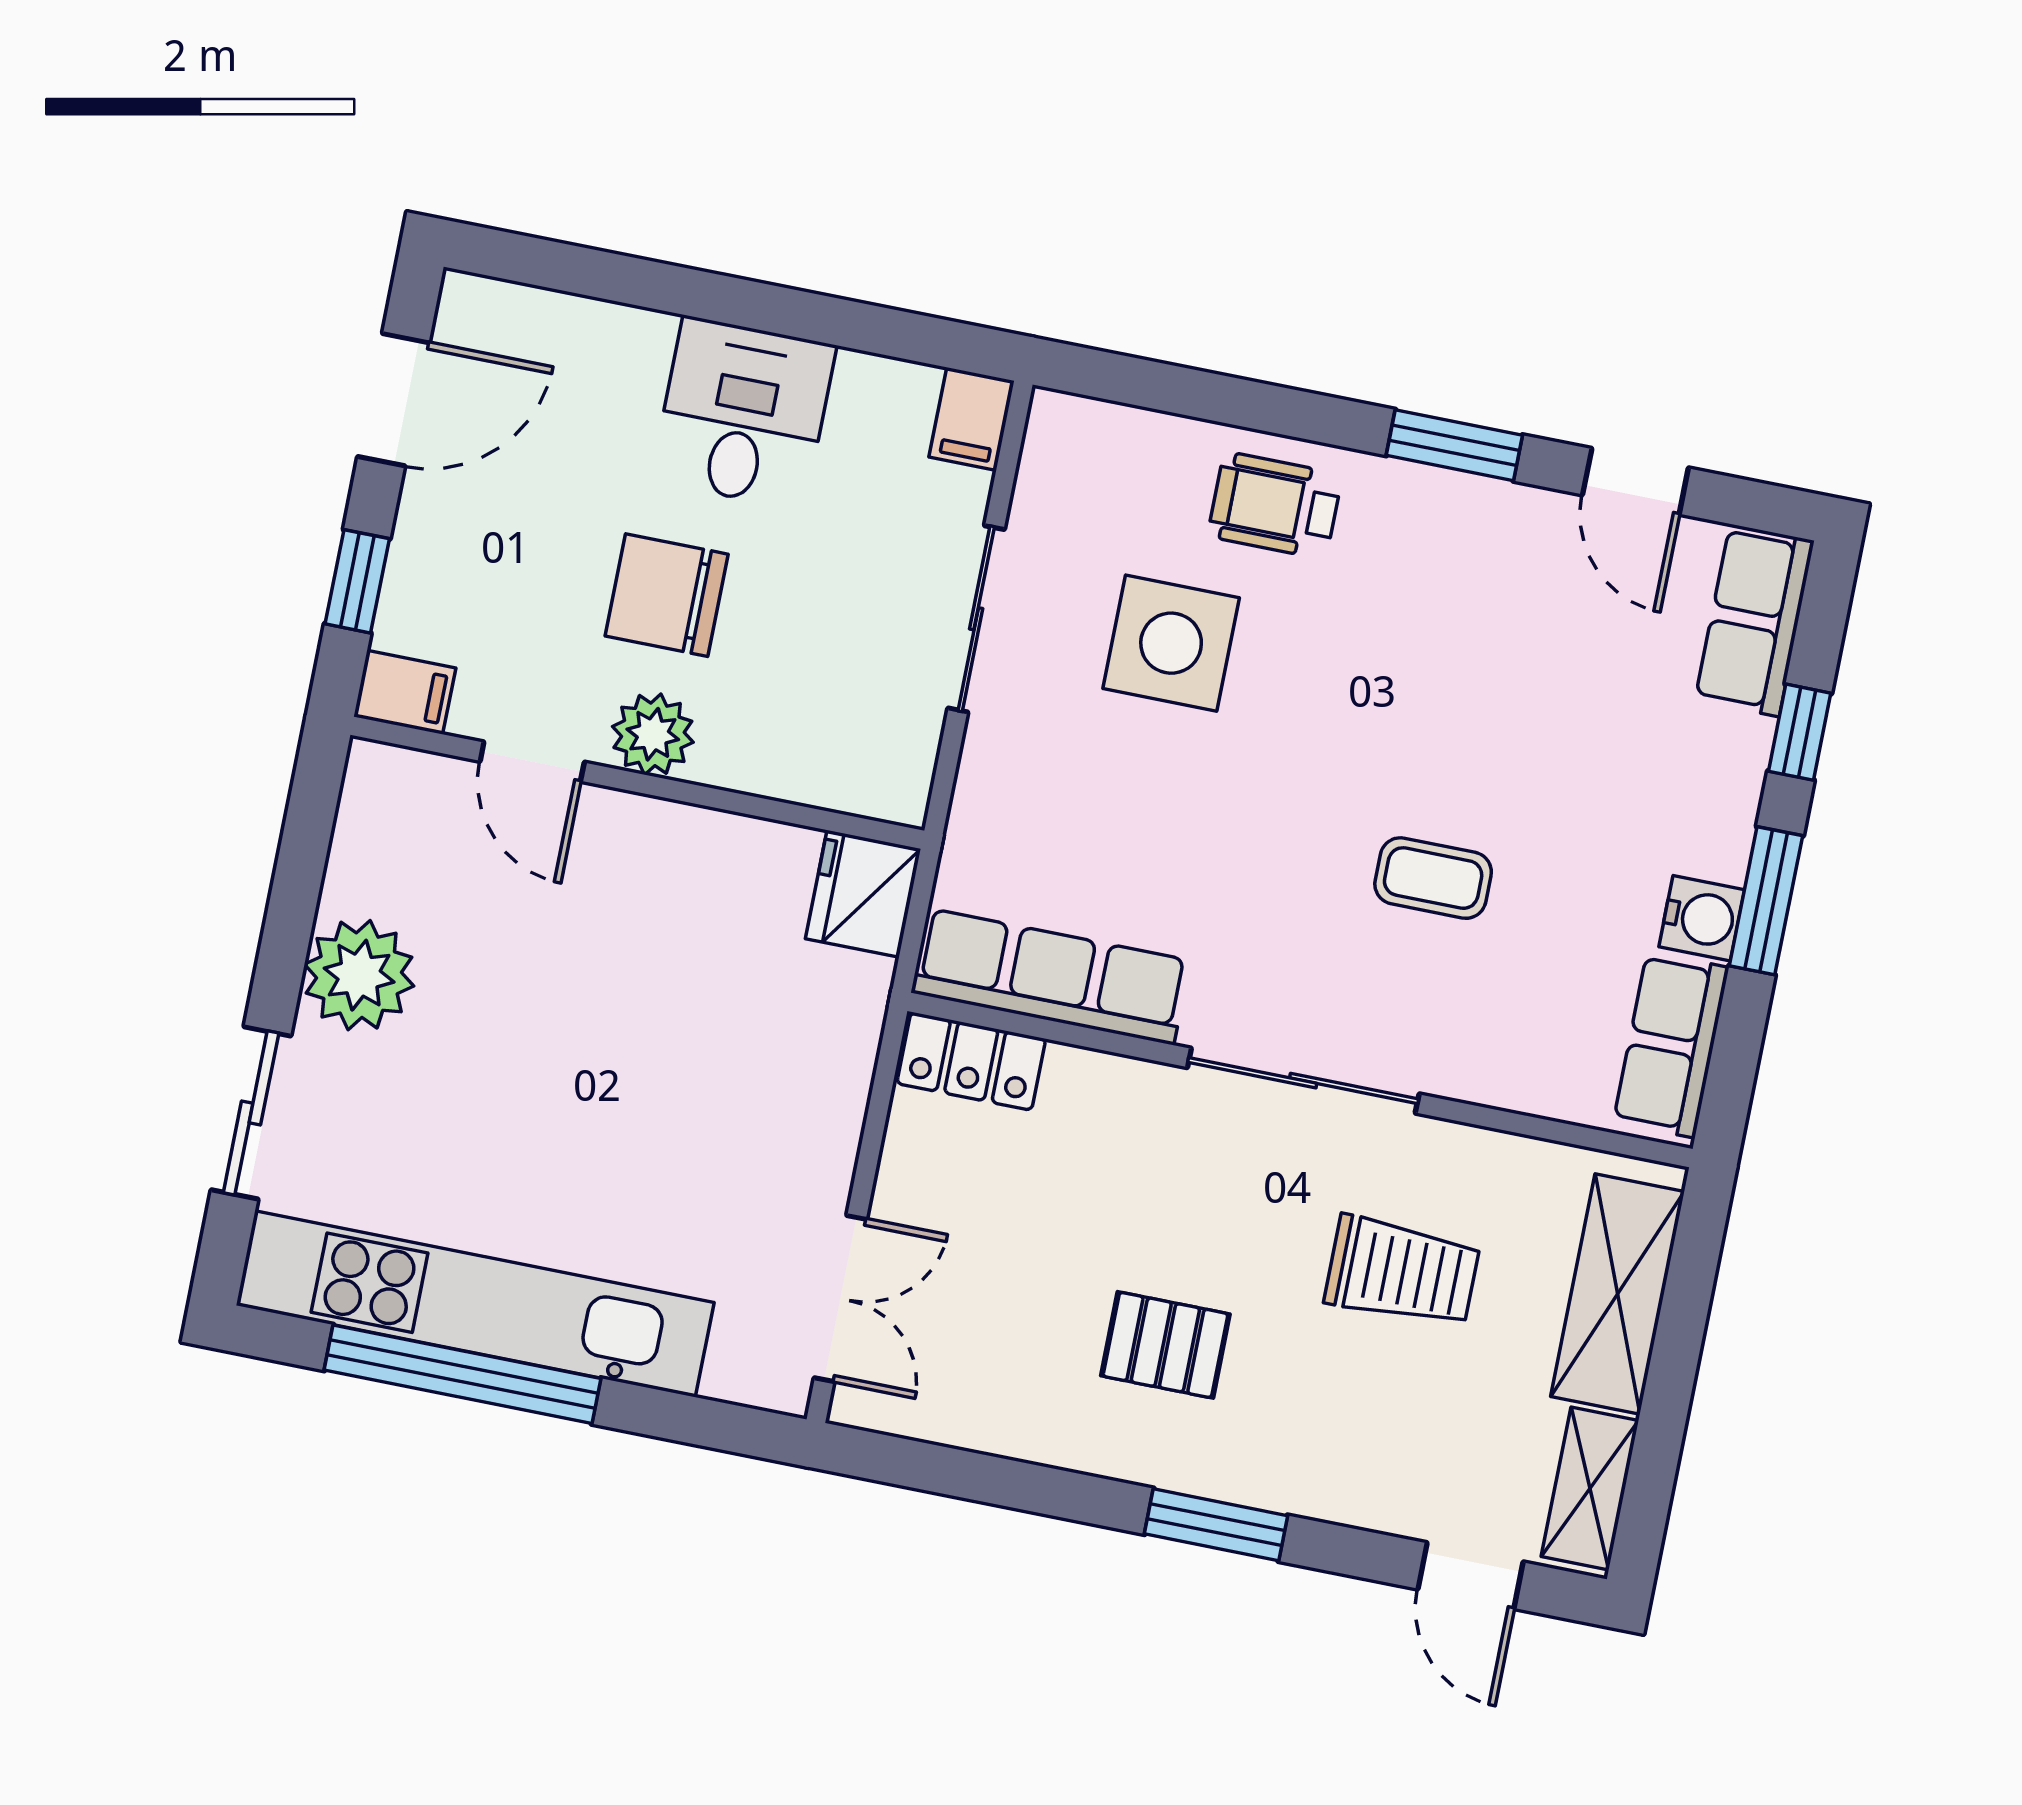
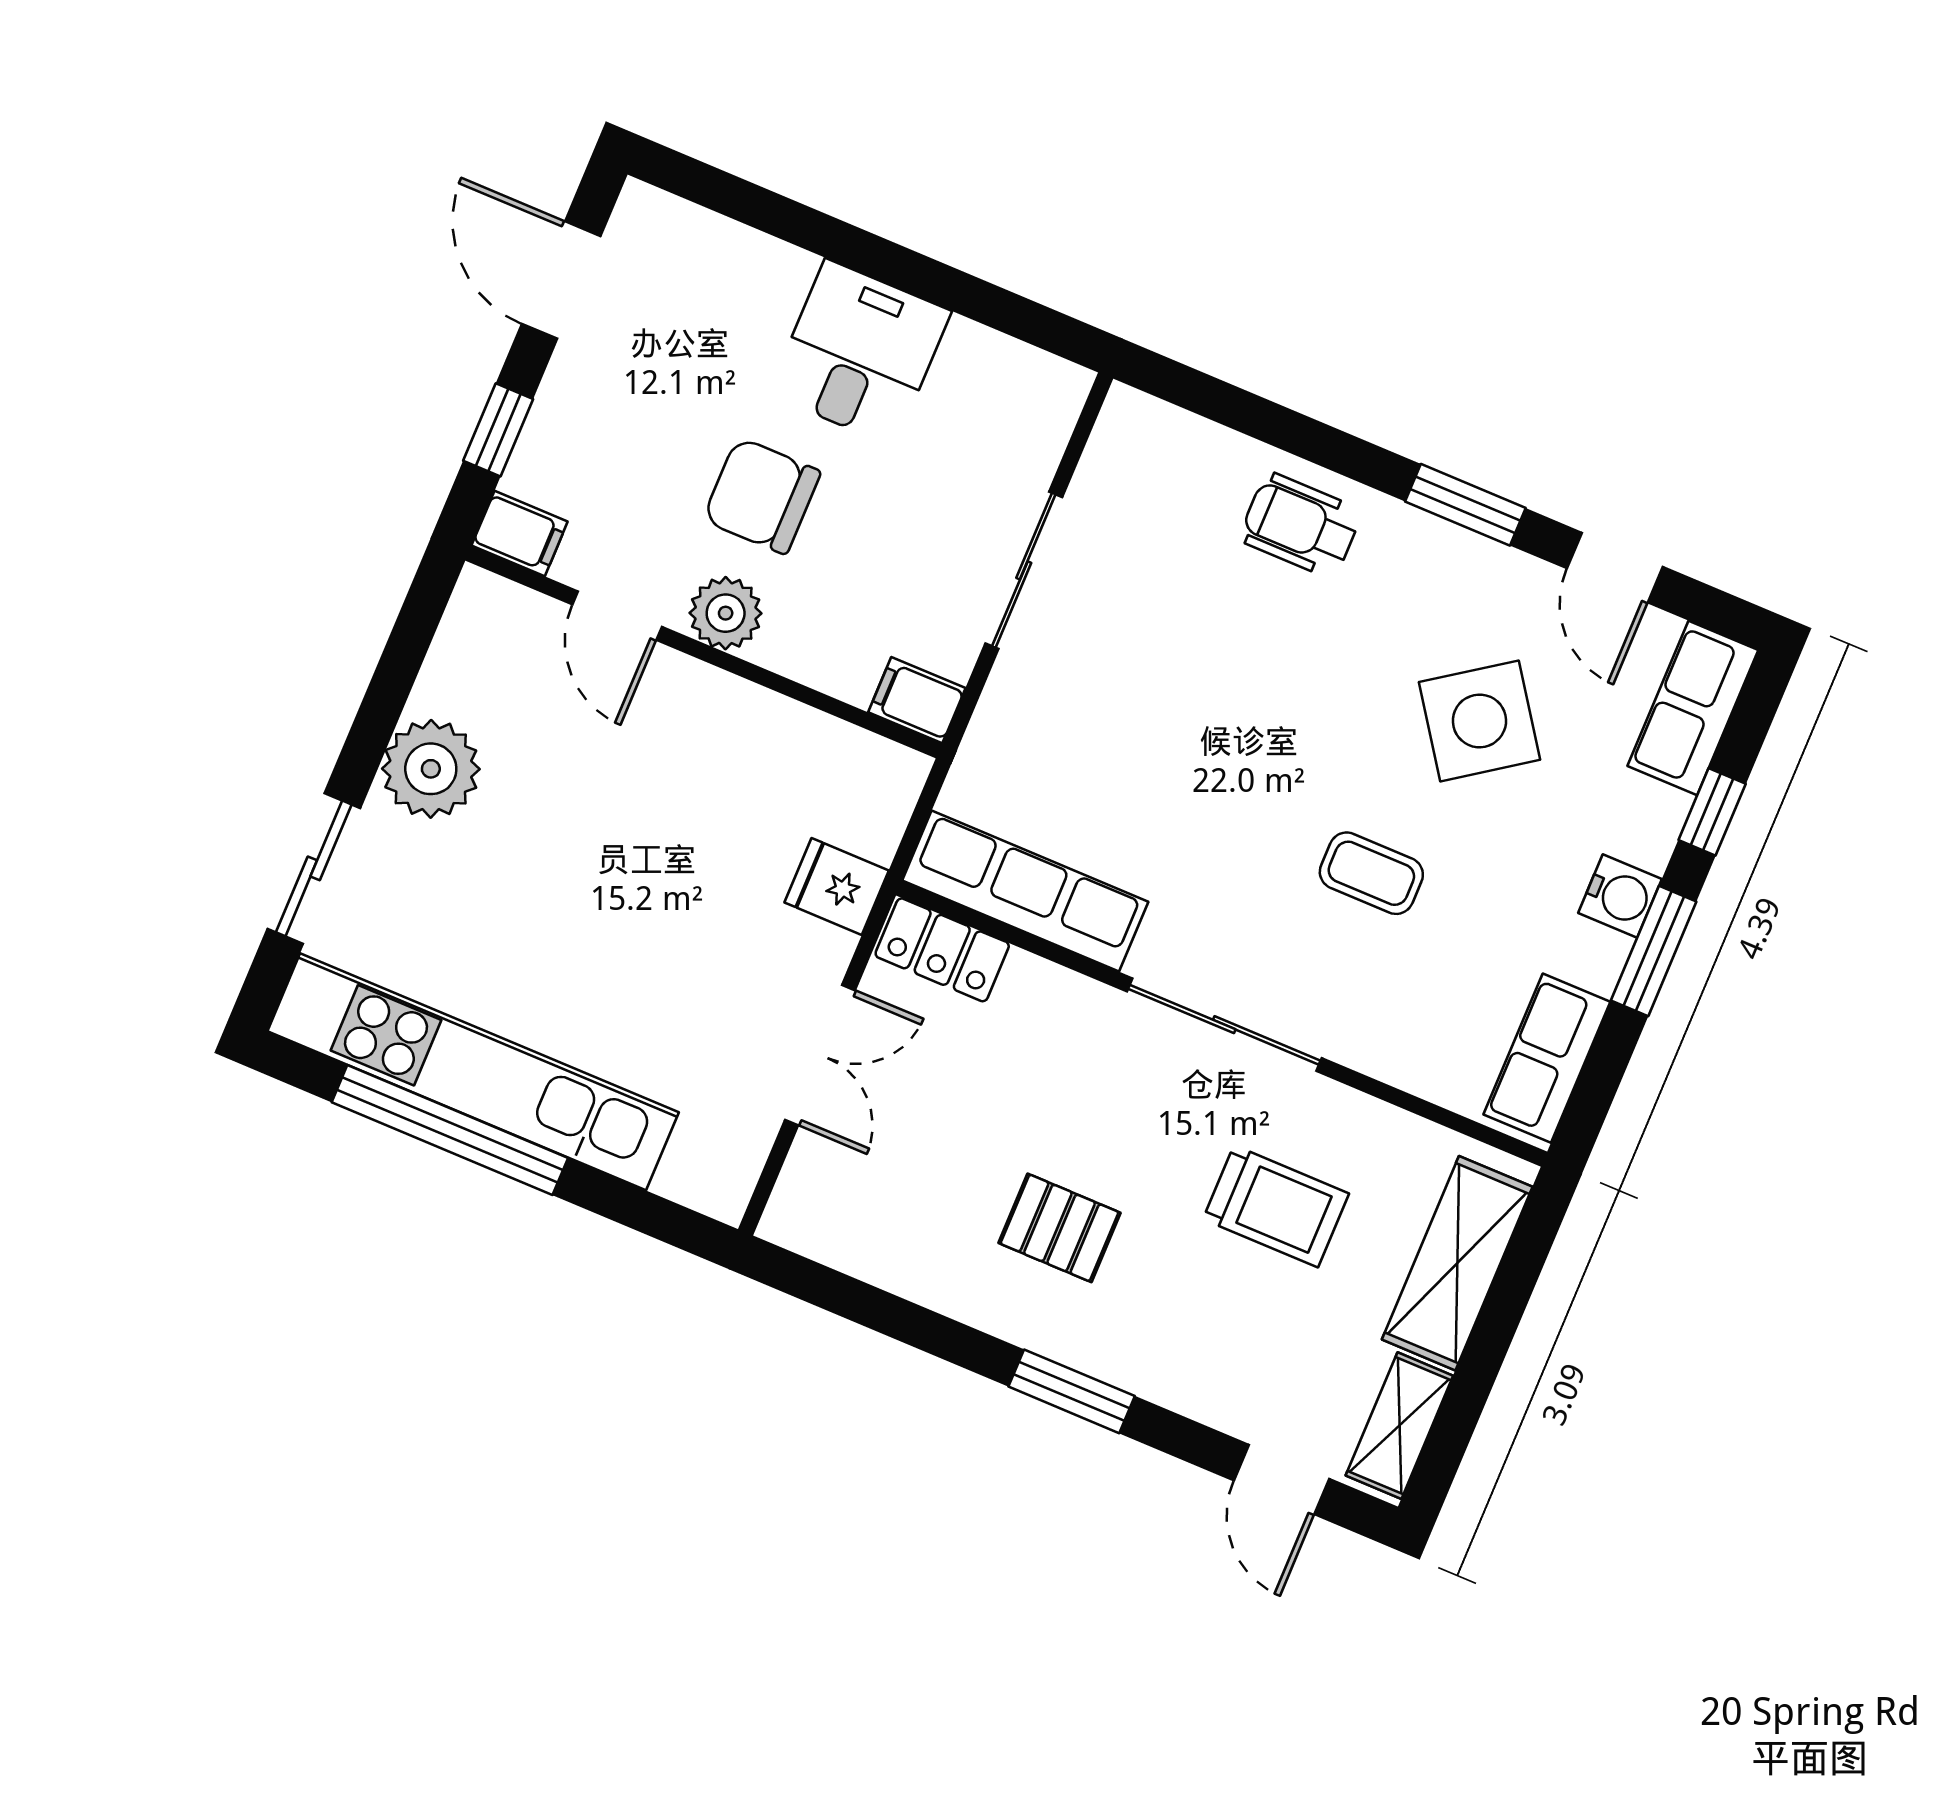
door: (394, 400) -> (561, 280), swing flipped
filing cabinet: (972, 419) -> (917, 700), moved, turned 90
side table: (1171, 643) -> (1479, 721), moved, turned -35
fridge: (863, 894) -> (837, 886), moved, width x0.72
water cooler: (1702, 918) -> (1620, 896), moved
double door: (840, 1298) -> (820, 1055), moved

